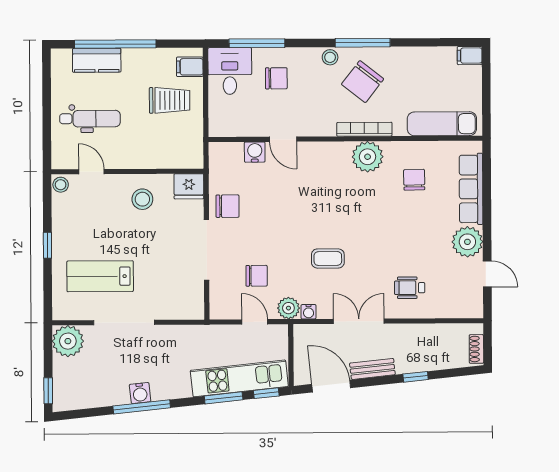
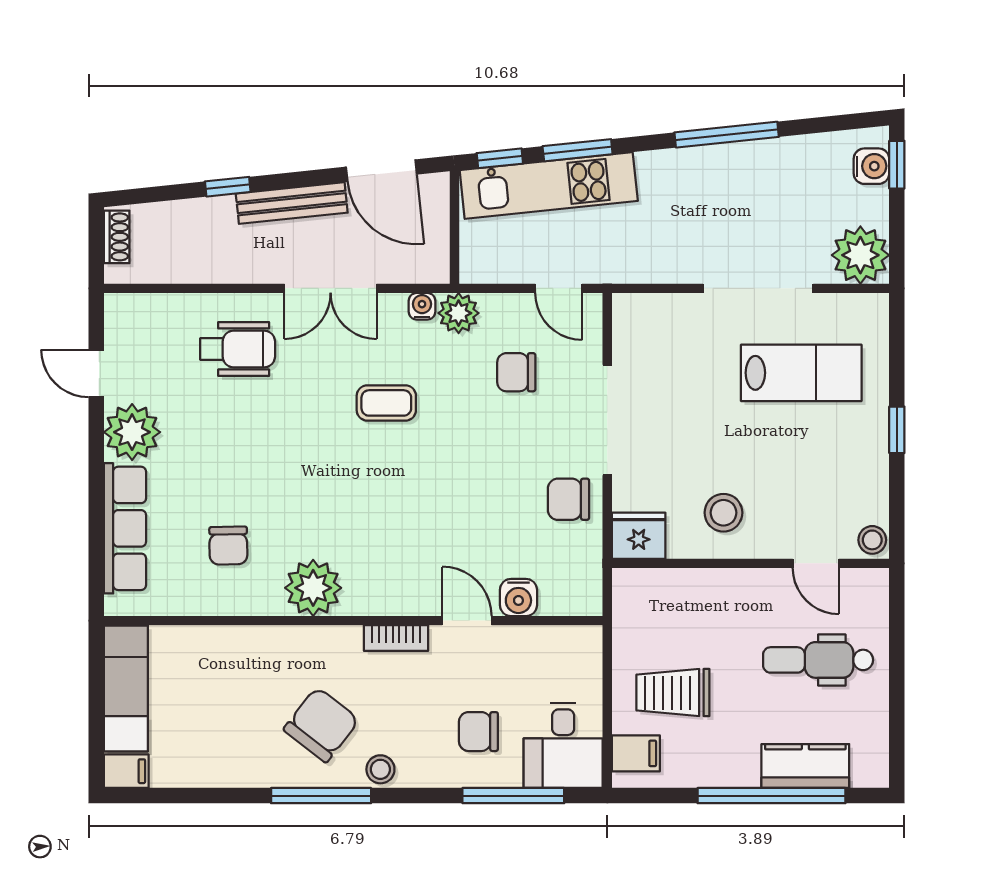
exam couch: (442, 124) -> (126, 688), moved, turned -90
bookcase: (364, 129) -> (396, 638), moved, width x0.64
wheelchair: (410, 288) -> (238, 349), width x1.36, depth x1.37
door: (255, 322) -> (559, 288), moved
bench: (372, 369) -> (292, 203), width x1.36
water cooler: (140, 393) -> (871, 166), moved, turned 96

